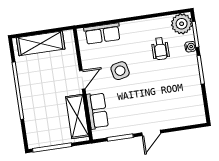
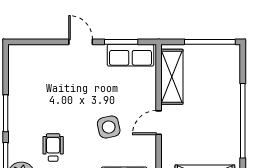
water cooler: (190, 47) -> (14, 144), removed
row of seats: (97, 111) -> (131, 55), moved, turned -90
door: (151, 133) -> (81, 42), hinge flipped

